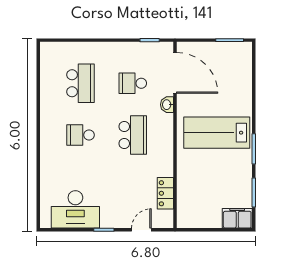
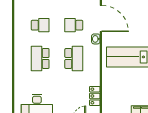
school desk: (81, 83) -> (40, 25), width x0.54
school desk: (81, 135) -> (40, 58), width x1.85

